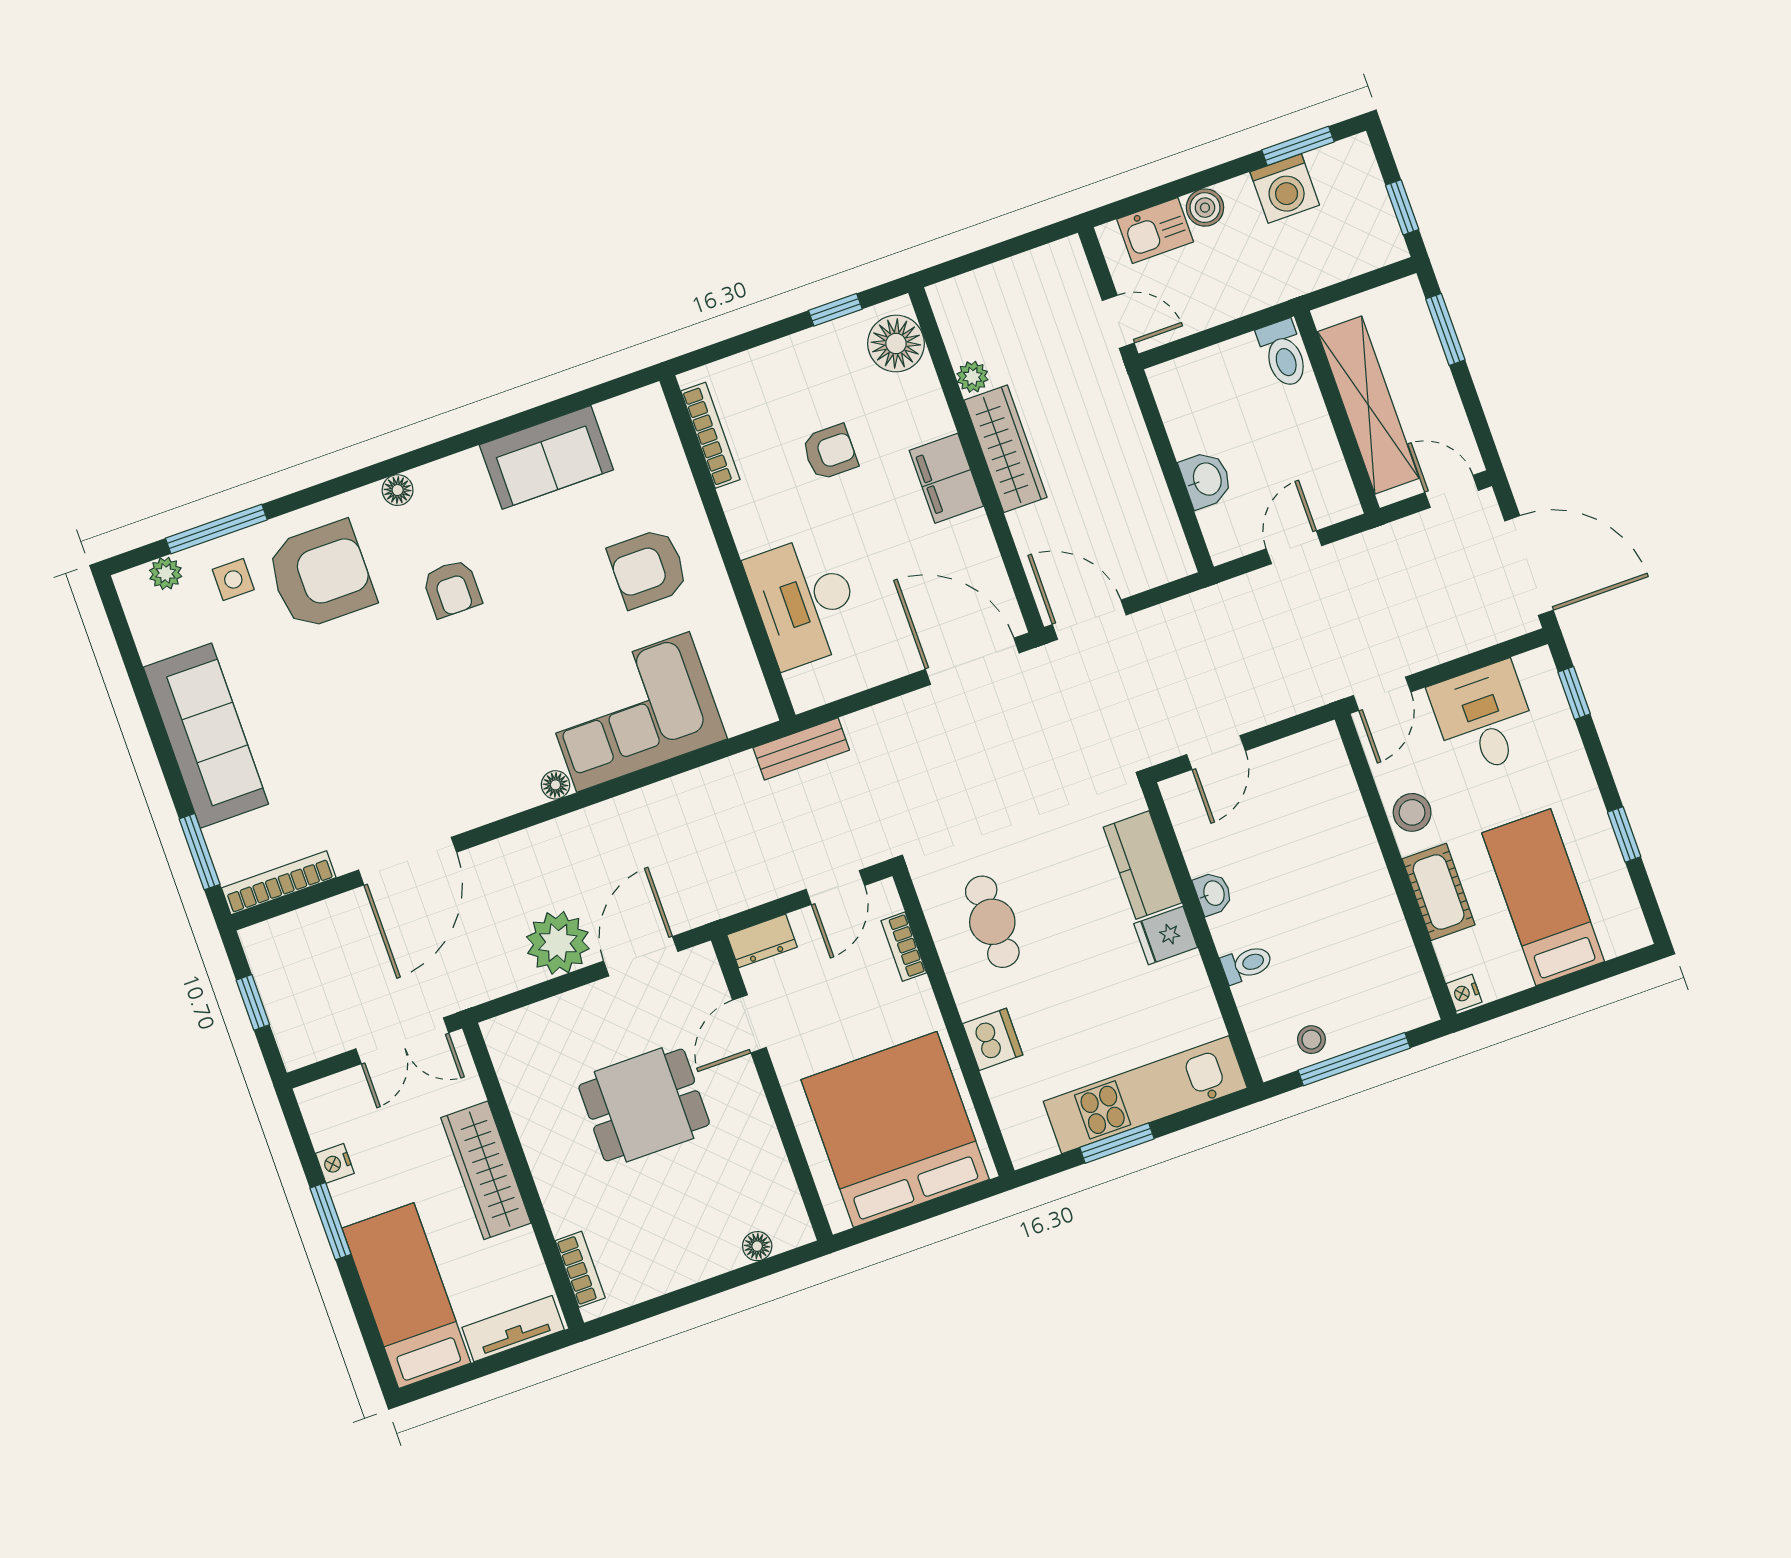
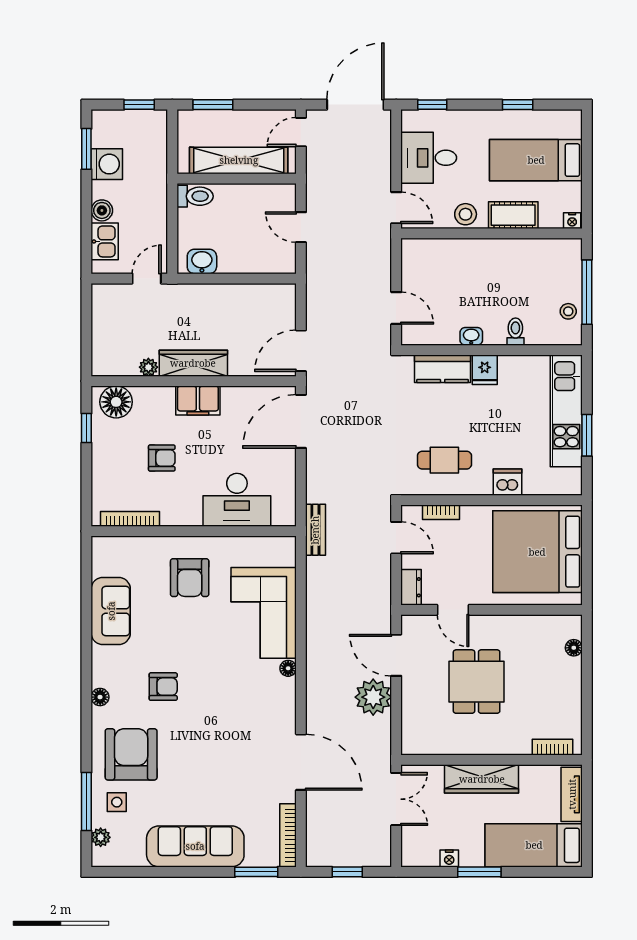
armchair: (830, 452) -> (162, 458), turned 90
washbasin: (1206, 479) -> (202, 261), moved

